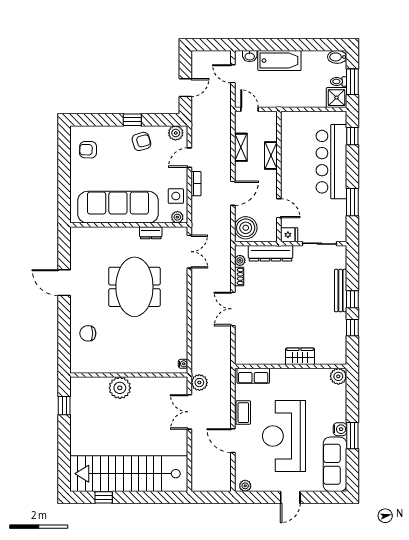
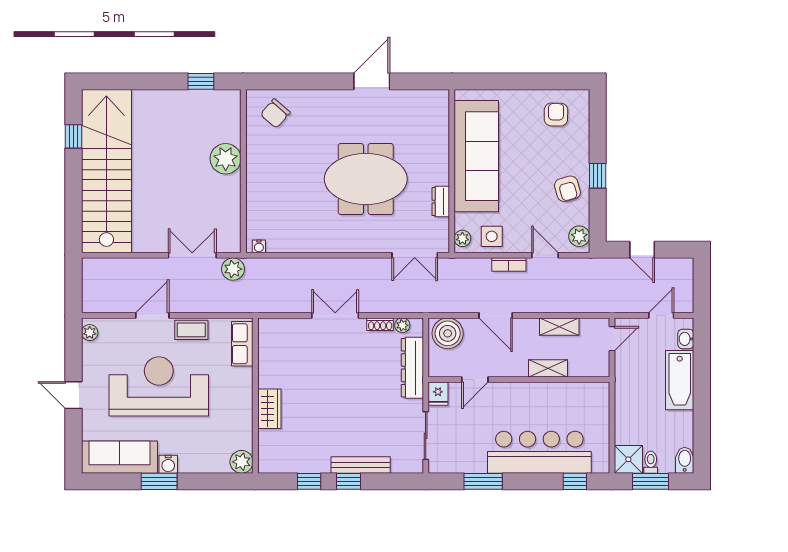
chair: (88, 333) -> (275, 113), moved, turned -139

